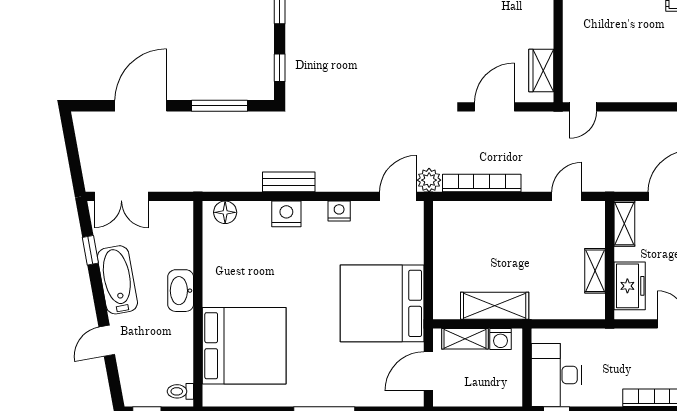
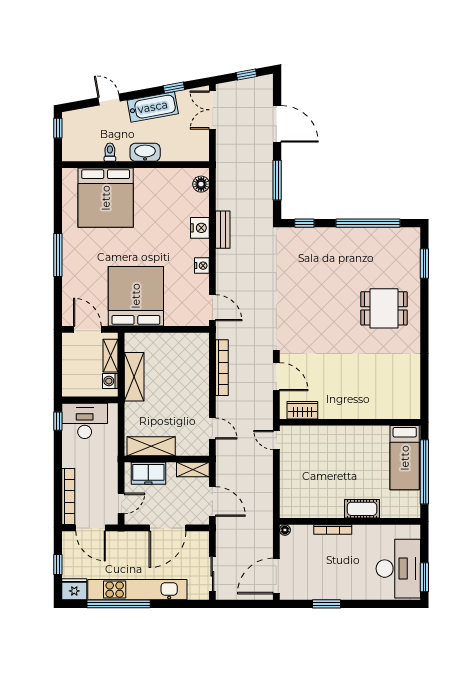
window: (72, 149) -> (247, 74), added
plant: (429, 180) -> (224, 330), removed
shelving: (595, 271) -> (151, 446), width x1.50, depth x1.33
toilet: (180, 391) -> (110, 152), moved

